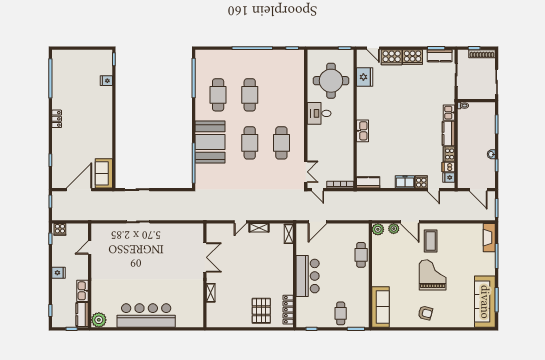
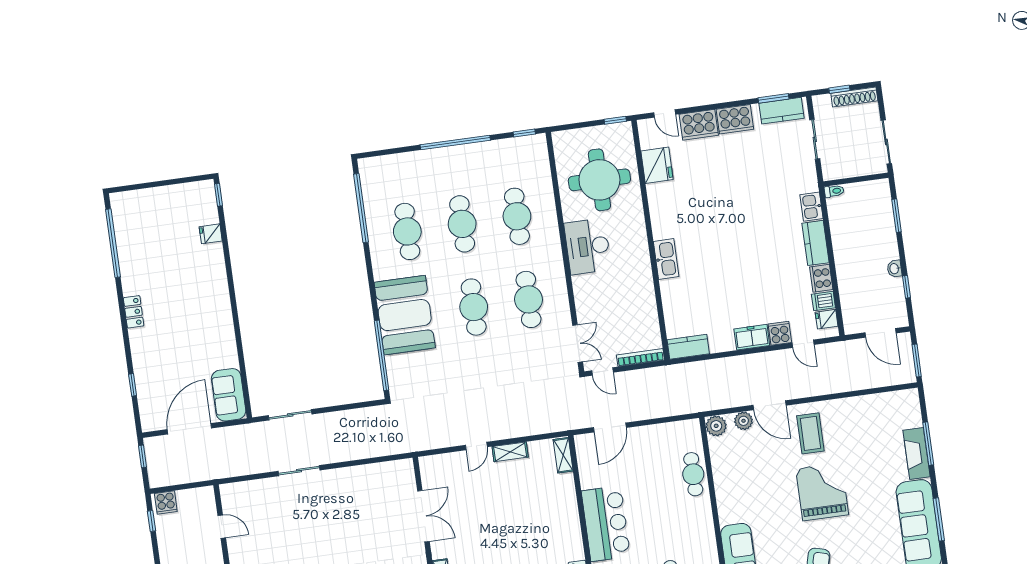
cafe table: (281, 95) -> (517, 216), added
desk: (319, 113) -> (588, 246), width x1.37
fireplace: (489, 238) -> (917, 454), moved
door: (90, 248) -> (222, 527), swing flipped

